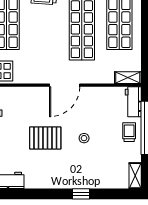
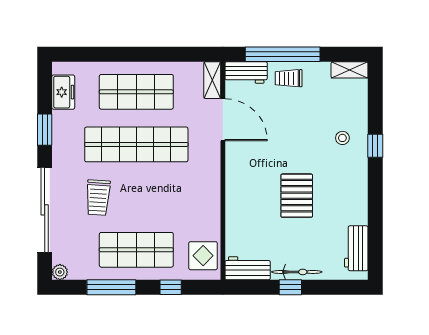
door: (65, 85) -> (223, 120), moved
stool: (84, 138) -> (342, 138), moved

